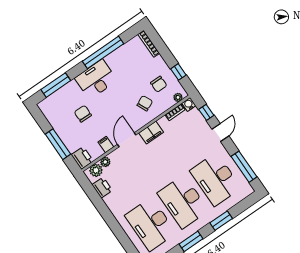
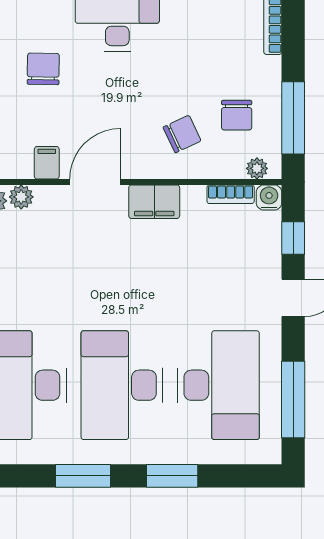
window: (178, 72) -> (293, 118), width x2.17
desk: (216, 179) -> (218, 385), turned 180

